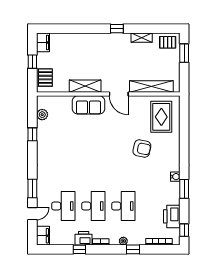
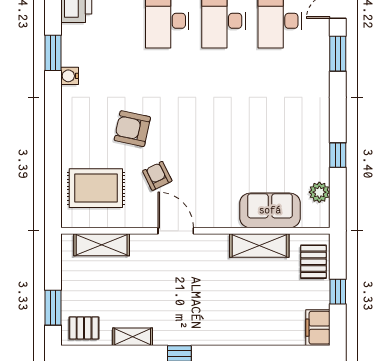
shelving: (85, 86) -> (259, 246), moved
shelving: (151, 87) -> (102, 245), width x0.68
sofa: (88, 105) -> (270, 210), moved
rug: (161, 117) -> (96, 188), turned 90
armchair: (129, 123) -> (157, 176), added

